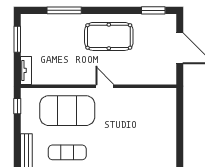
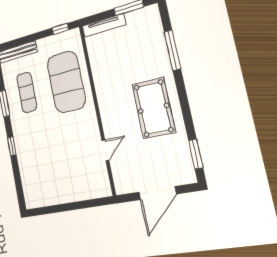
tv unit: (26, 70) -> (104, 25), width x1.41
door: (105, 86) -> (105, 150), moved

